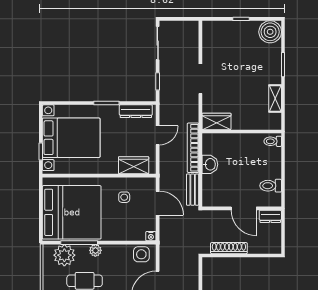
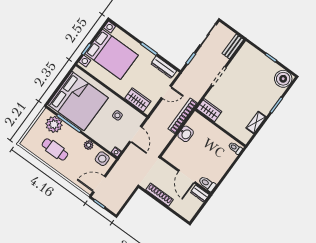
toilet: (271, 186) -> (207, 184), moved
bench: (193, 190) -> (233, 47), moved
plant: (95, 250) -> (89, 145), moved

